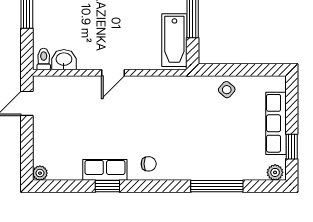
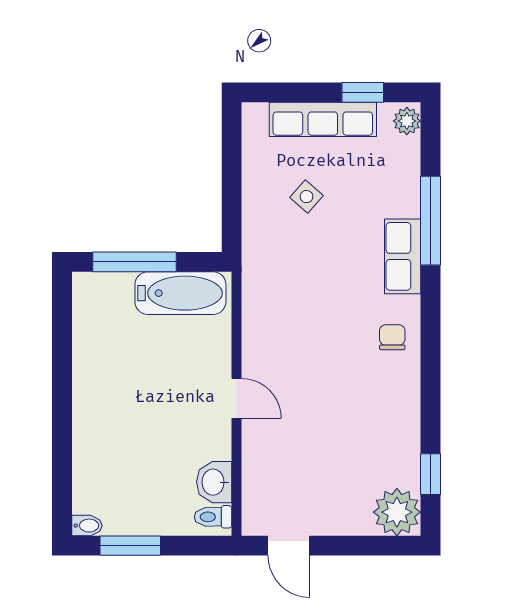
side table: (227, 90) -> (307, 197), moved
row of seats: (105, 170) -> (403, 256), moved
plant: (40, 173) -> (397, 512), width x1.87, depth x1.87
window: (107, 186) -> (430, 474), moved

